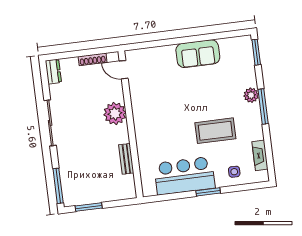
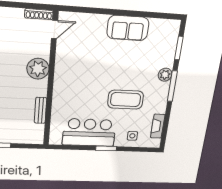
window: (256, 52) -> (179, 48), moved
shoe rack: (93, 59) -> (39, 14), moved
door: (124, 70) -> (55, 29), swing flipped

